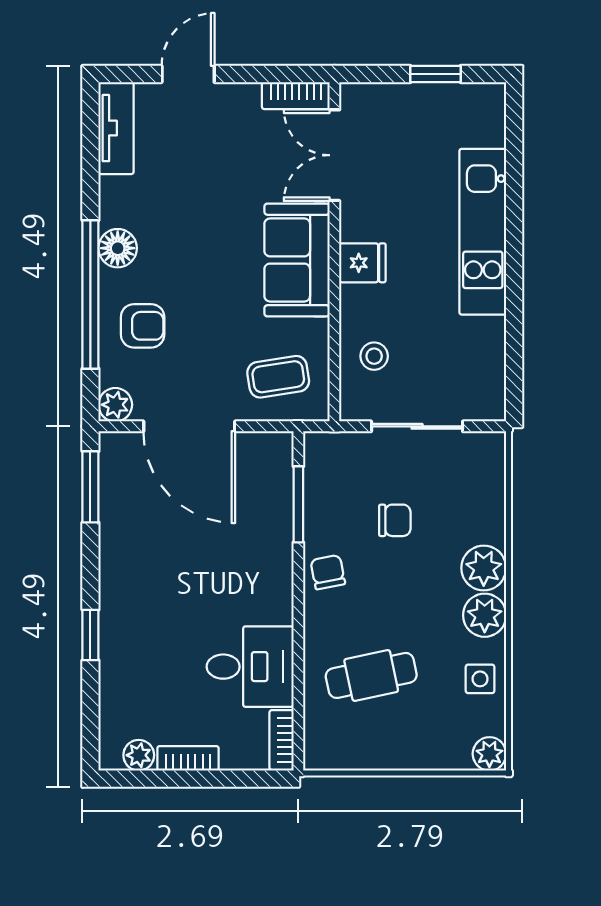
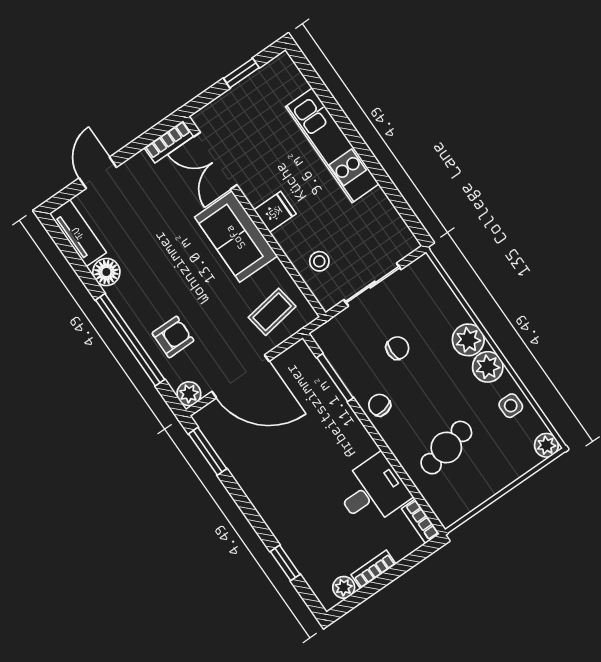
floor lamp: (118, 248) -> (106, 272), moved
window: (90, 635) -> (285, 563), moved

